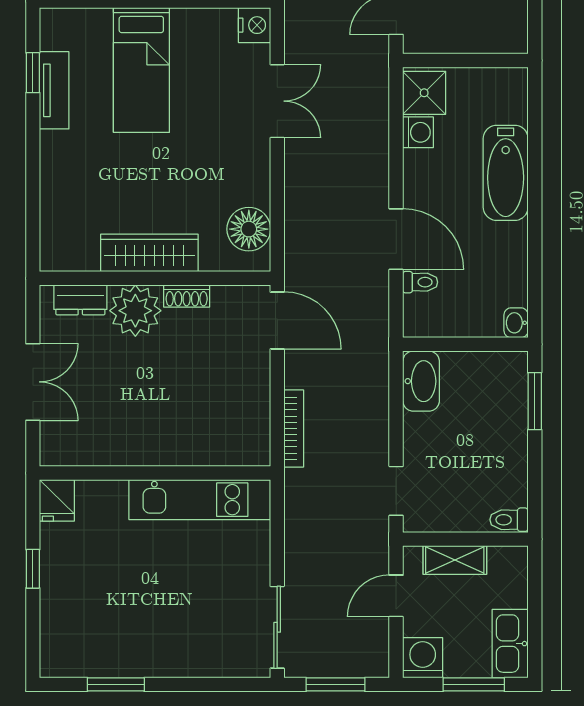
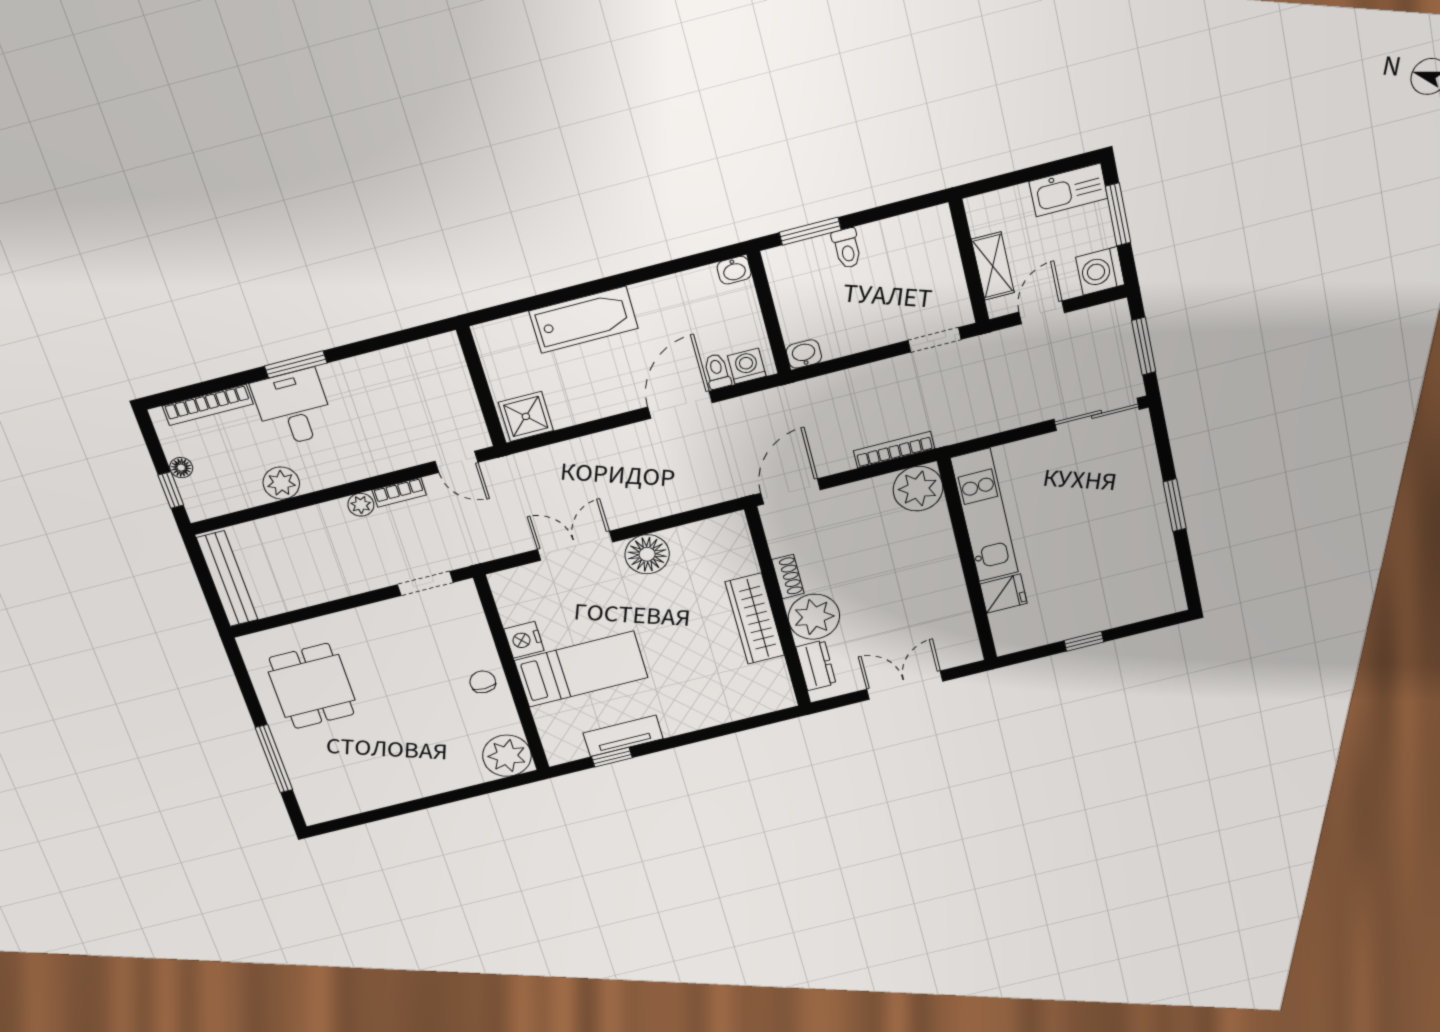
nightstand: (254, 25) -> (524, 640), moved, turned -90
washing machine: (418, 132) -> (747, 366), moved
floor lamp: (249, 229) -> (647, 554), moved
washbasin: (421, 381) -> (804, 354), width x0.52, depth x0.69
plant: (246, 442) -> (918, 489), added
fridge: (57, 500) -> (1003, 594), moved
toilet: (509, 520) -> (847, 248), moved
door: (396, 596) -> (1042, 312), swing flipped
window: (116, 684) -> (1175, 505), moved

